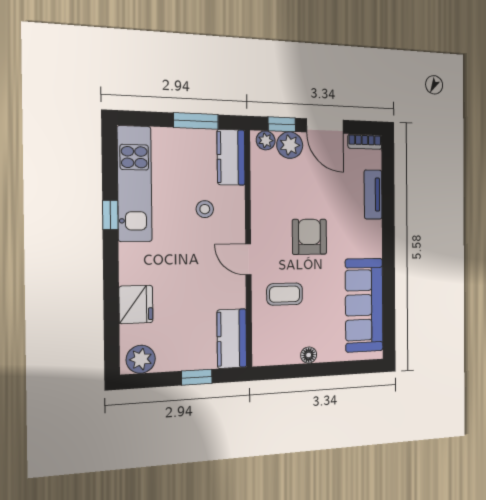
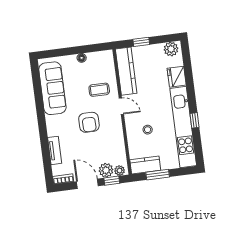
kitchen counter: (231, 157) -> (145, 165), moved, turned -90
kitchen unit: (135, 184) -> (183, 127), width x1.36
kitchen counter: (232, 339) -> (126, 71), width x1.50

